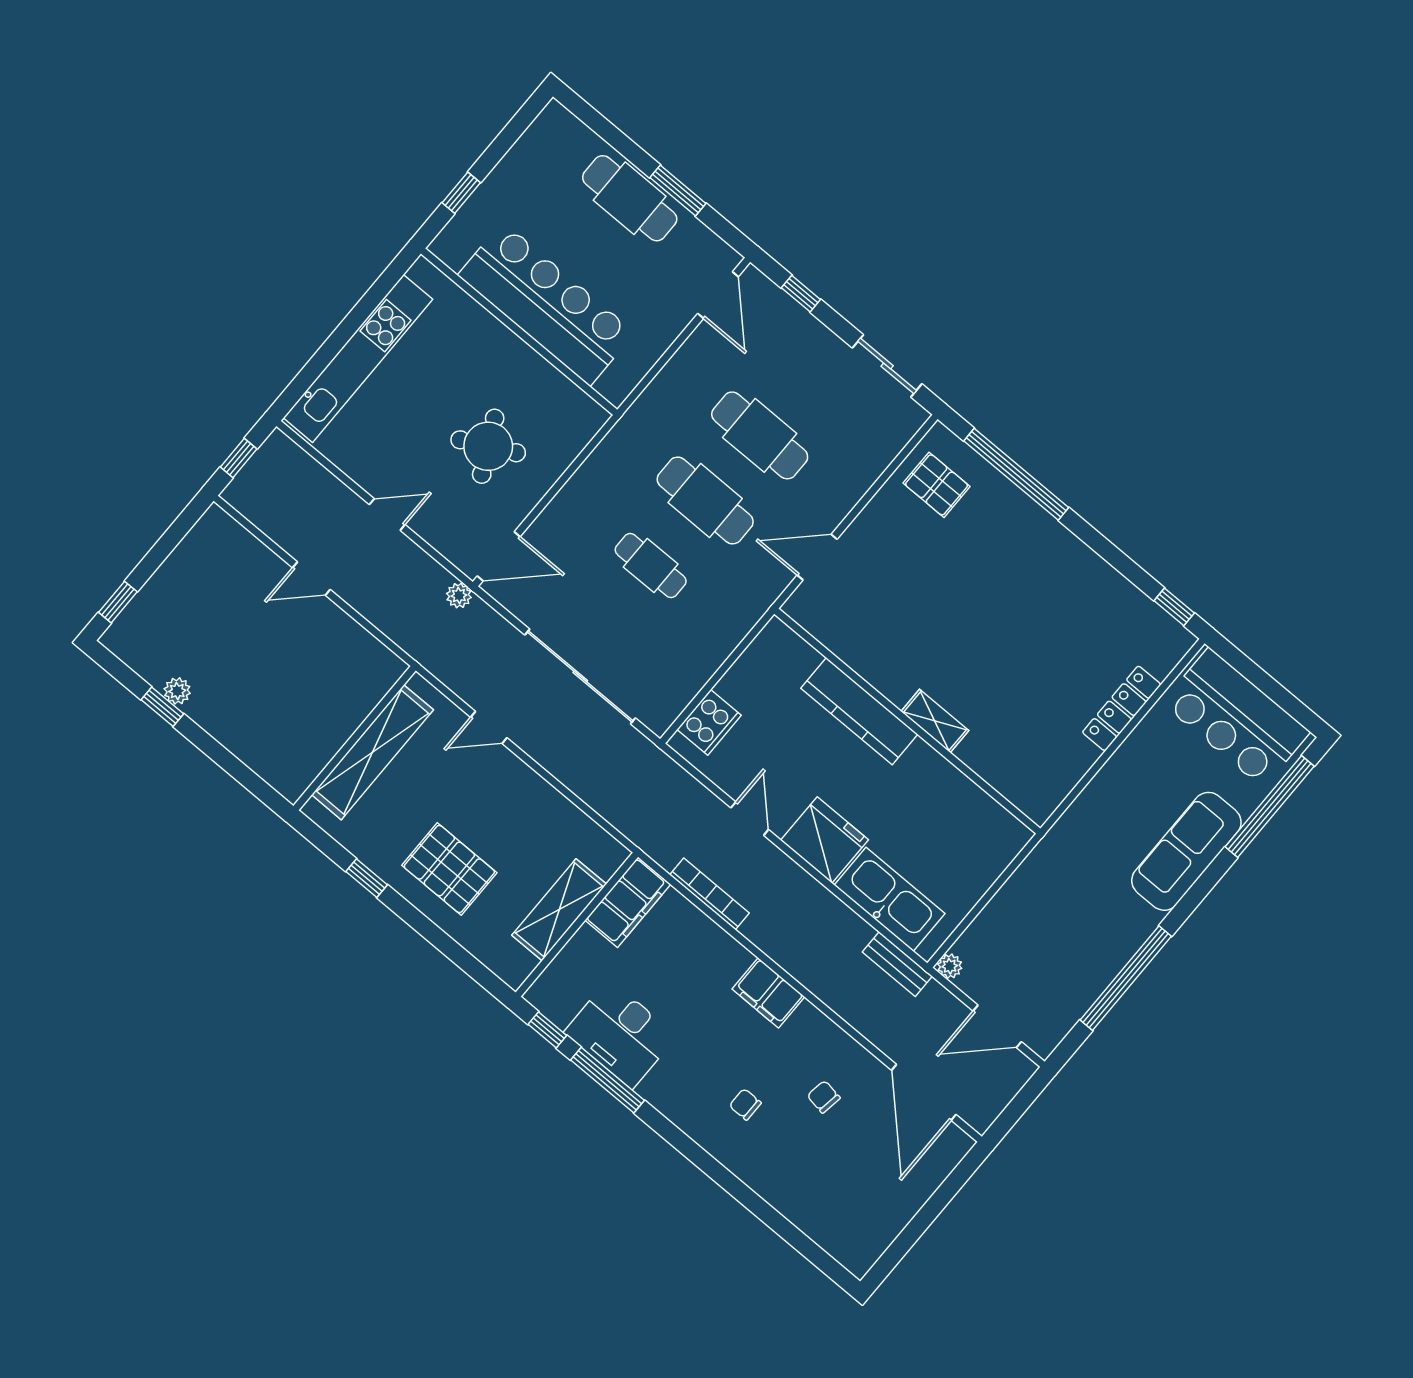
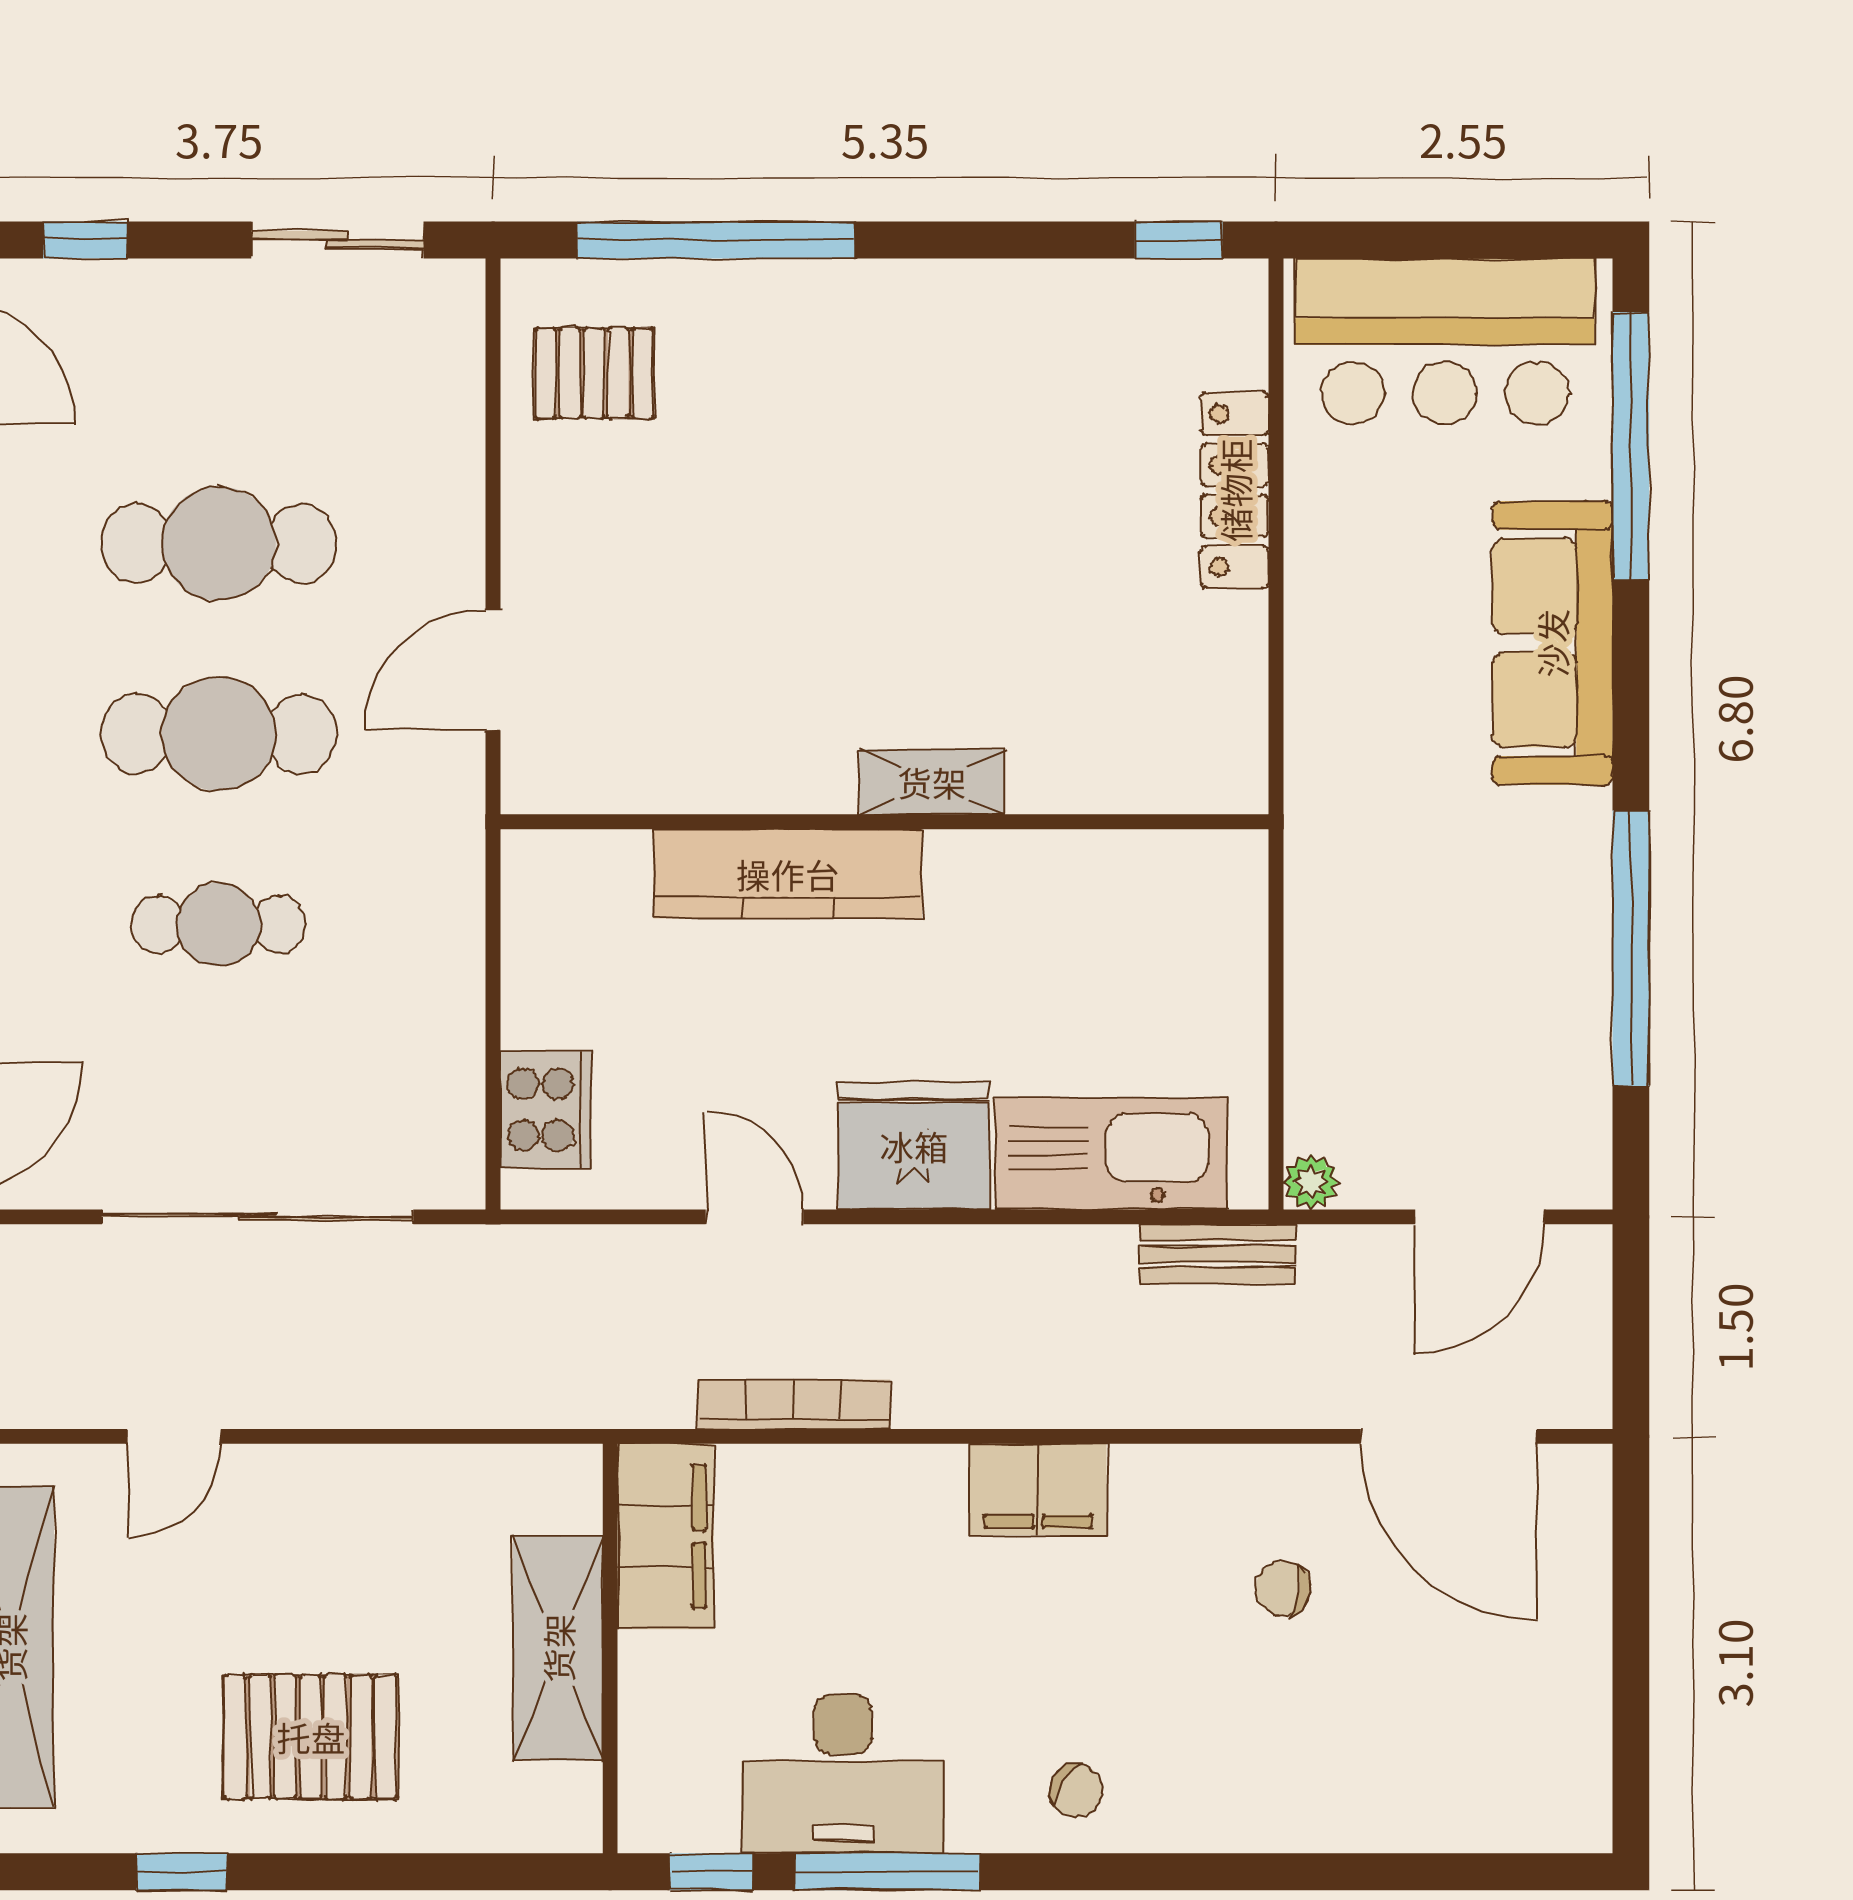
chair: (745, 1104) -> (1076, 1791), moved, turned -150

